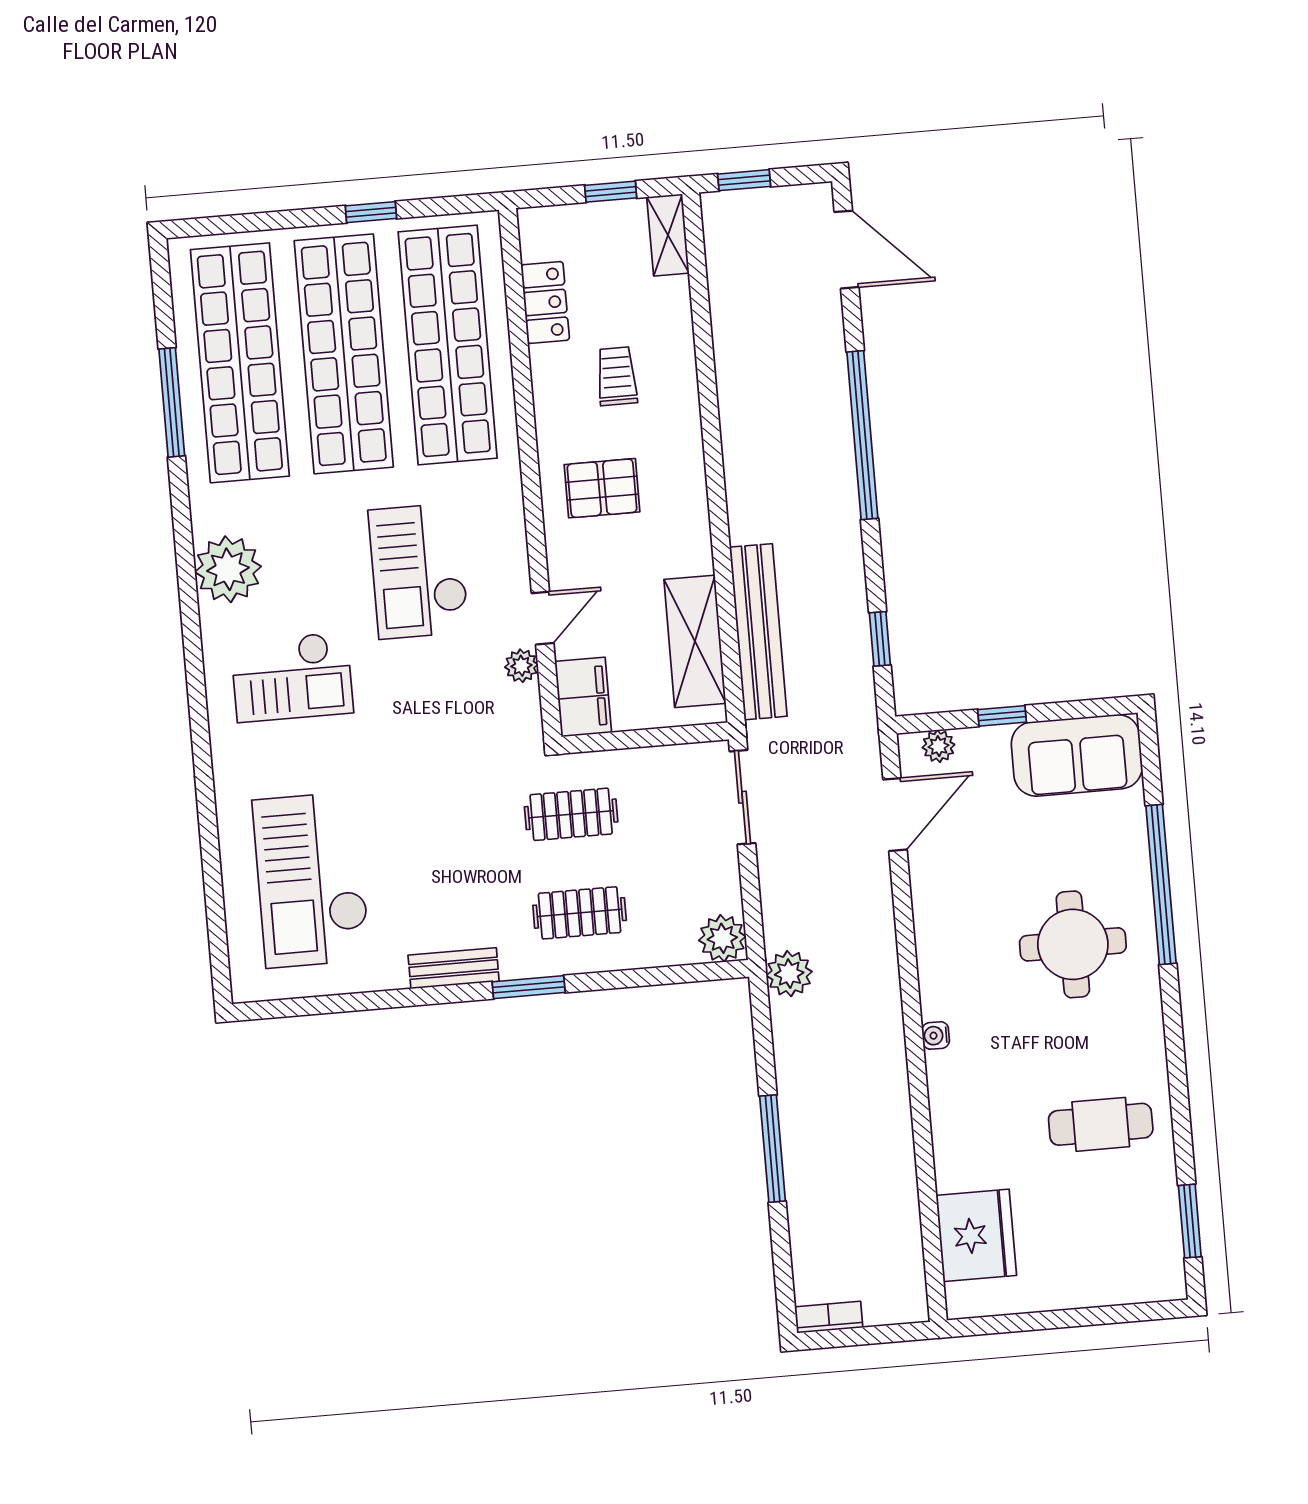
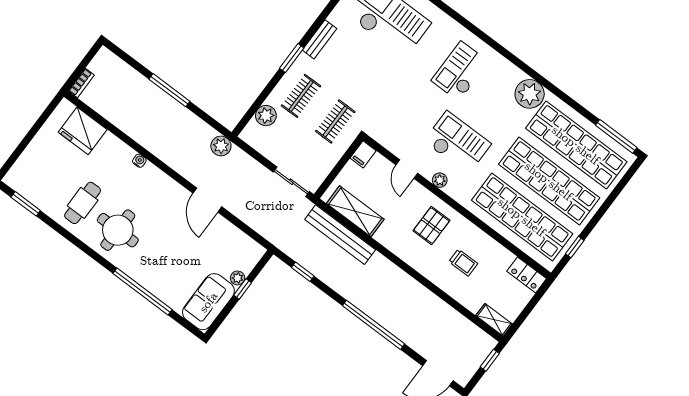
window: (611, 192) -> (525, 314), removed
window: (371, 212) -> (575, 247), moved
locker: (545, 303) -> (527, 275), moved
window: (172, 402) -> (616, 136), moved
plant: (228, 569) -> (530, 94), moved
plant: (521, 666) -> (440, 180), moved
filing cabinet: (583, 697) -> (363, 154), width x0.50
plant: (939, 746) -> (238, 278), moved
door: (895, 815) -> (207, 200), moved
plant: (722, 938) -> (266, 116), moved
round table: (1073, 944) -> (118, 230), moved
water cooler: (936, 1035) -> (139, 161), moved
bookcase: (829, 1317) -> (81, 83), moved

